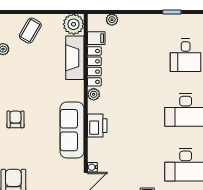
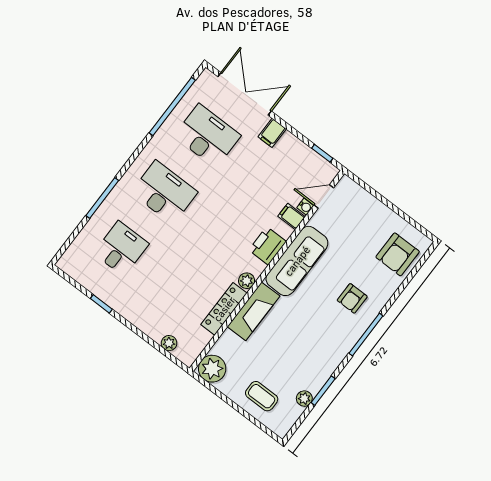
coffee table: (30, 31) -> (262, 396), turned 60
filing cabinet: (96, 38) -> (292, 216), moved
fireplace: (75, 58) -> (254, 311), moved
armchair: (15, 119) -> (352, 298), moved

